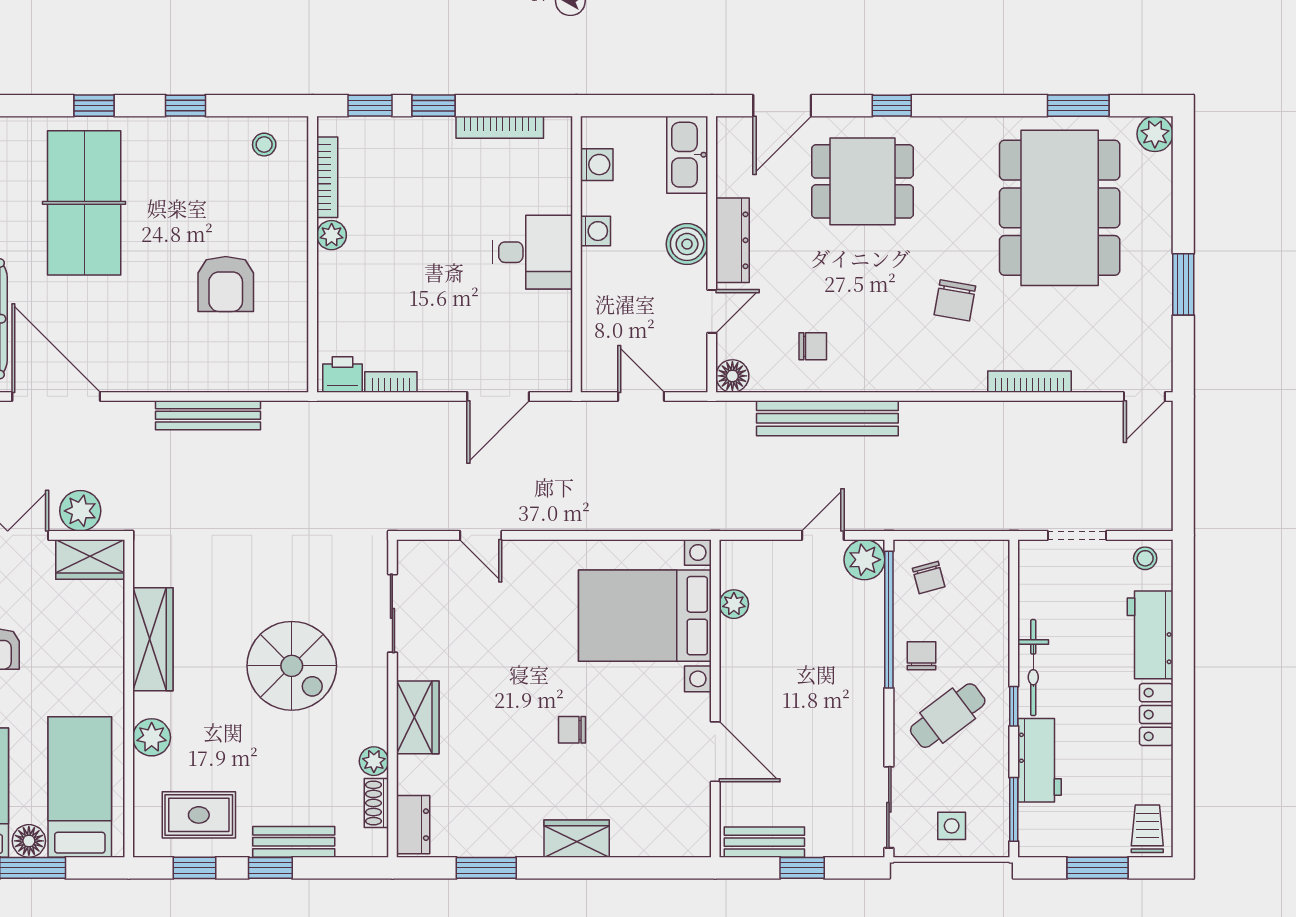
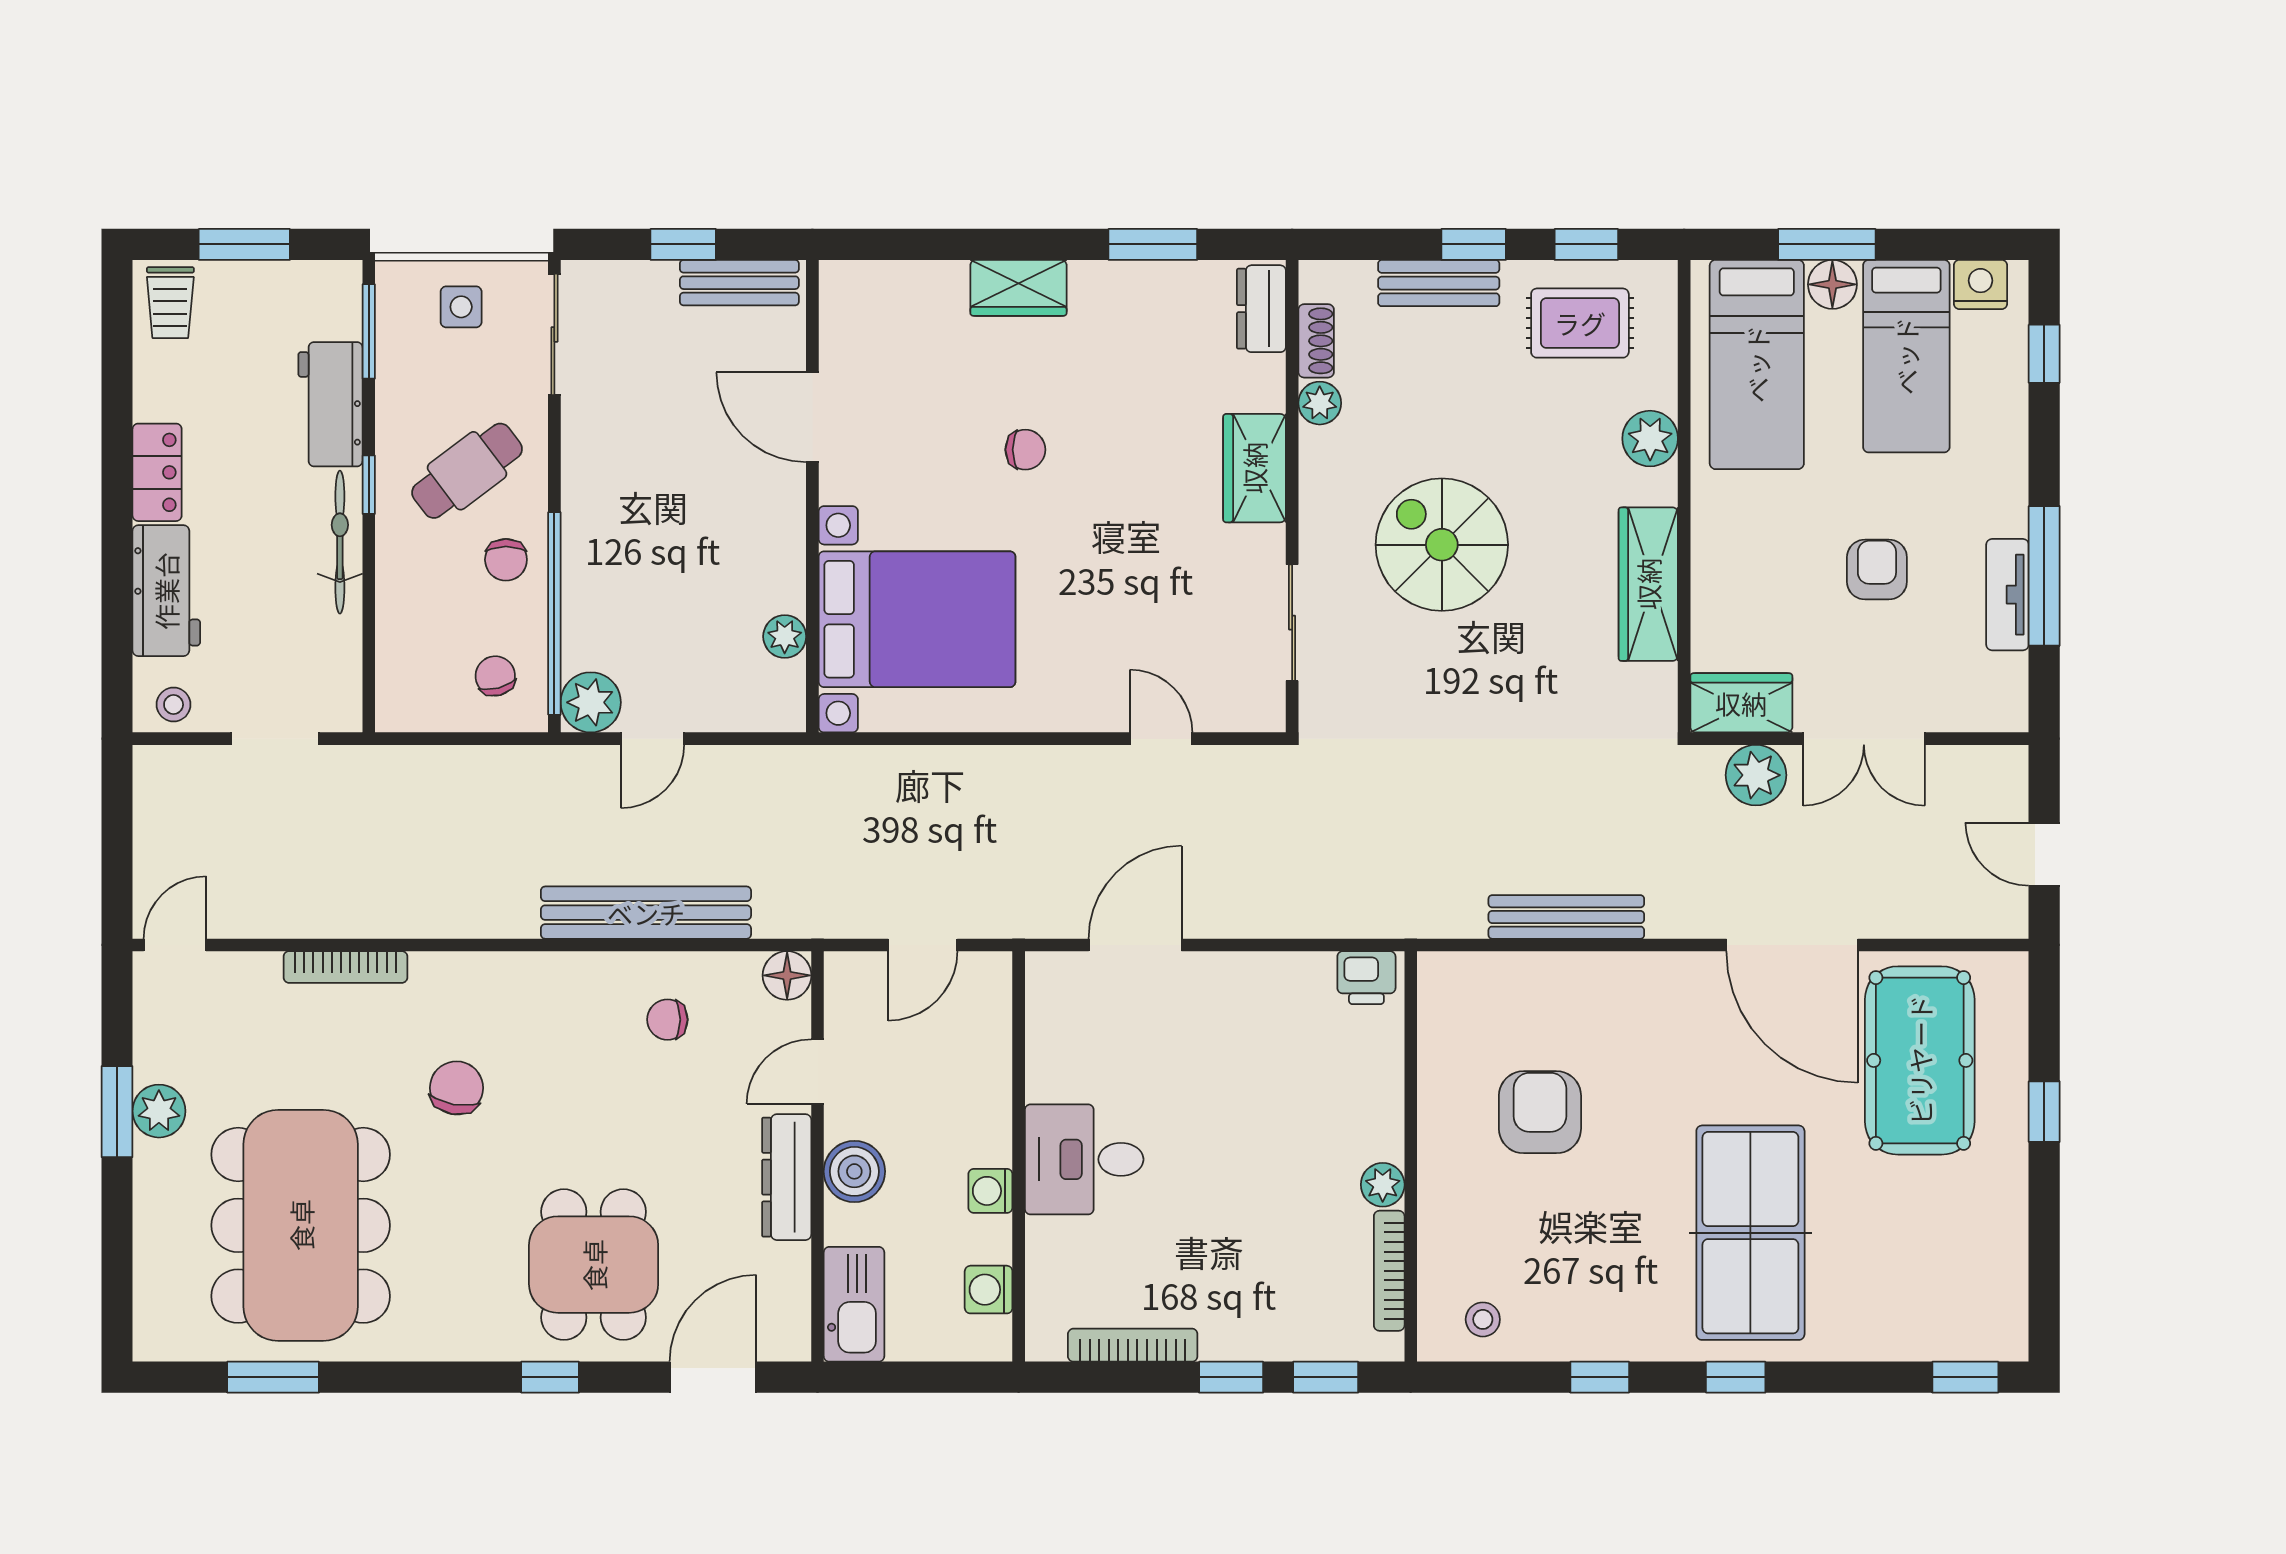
plant: (1155, 134) -> (159, 1111), moved
dining table: (863, 181) -> (594, 1265), turned 90
bookcase: (391, 382) -> (1295, 967), removed
door: (641, 396) -> (923, 945), hinge flipped

